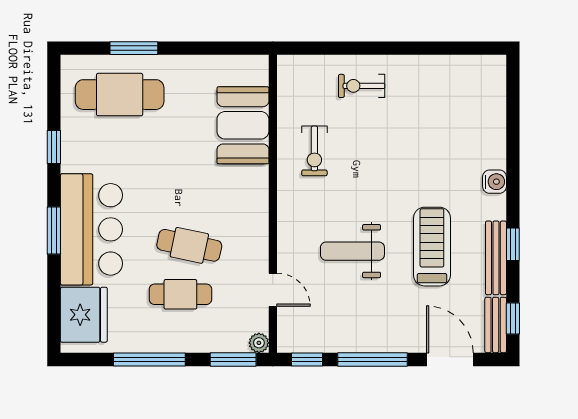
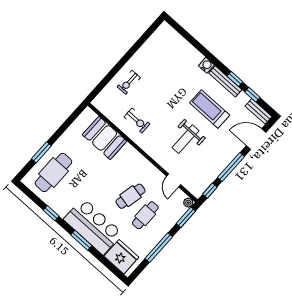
bench: (496, 258) -> (225, 81), moved
door: (273, 290) -> (174, 180), swing flipped
window: (513, 319) -> (252, 95), moved

